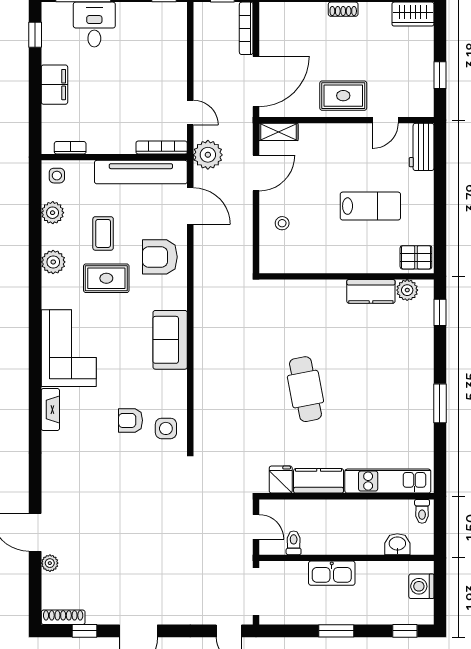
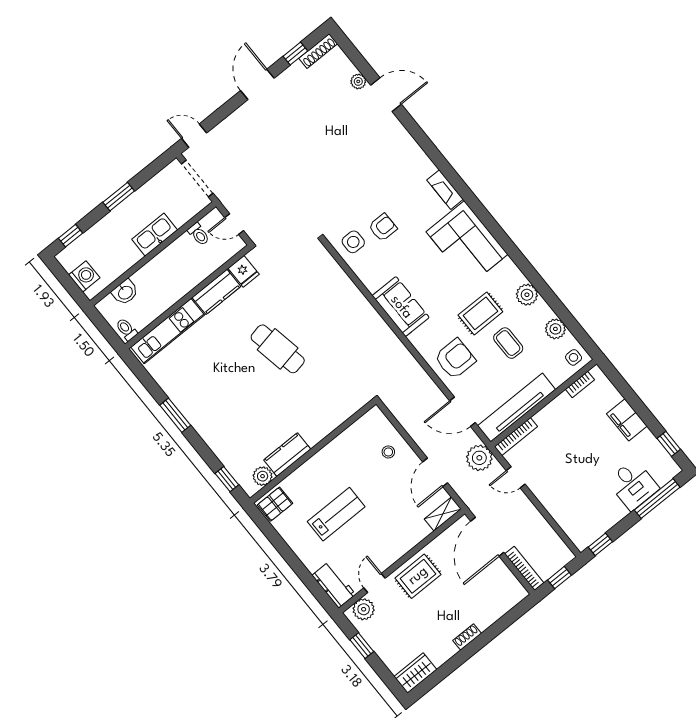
plant: (413, 105) -> (364, 609), added
lab bench: (370, 206) -> (336, 514), turned 180

